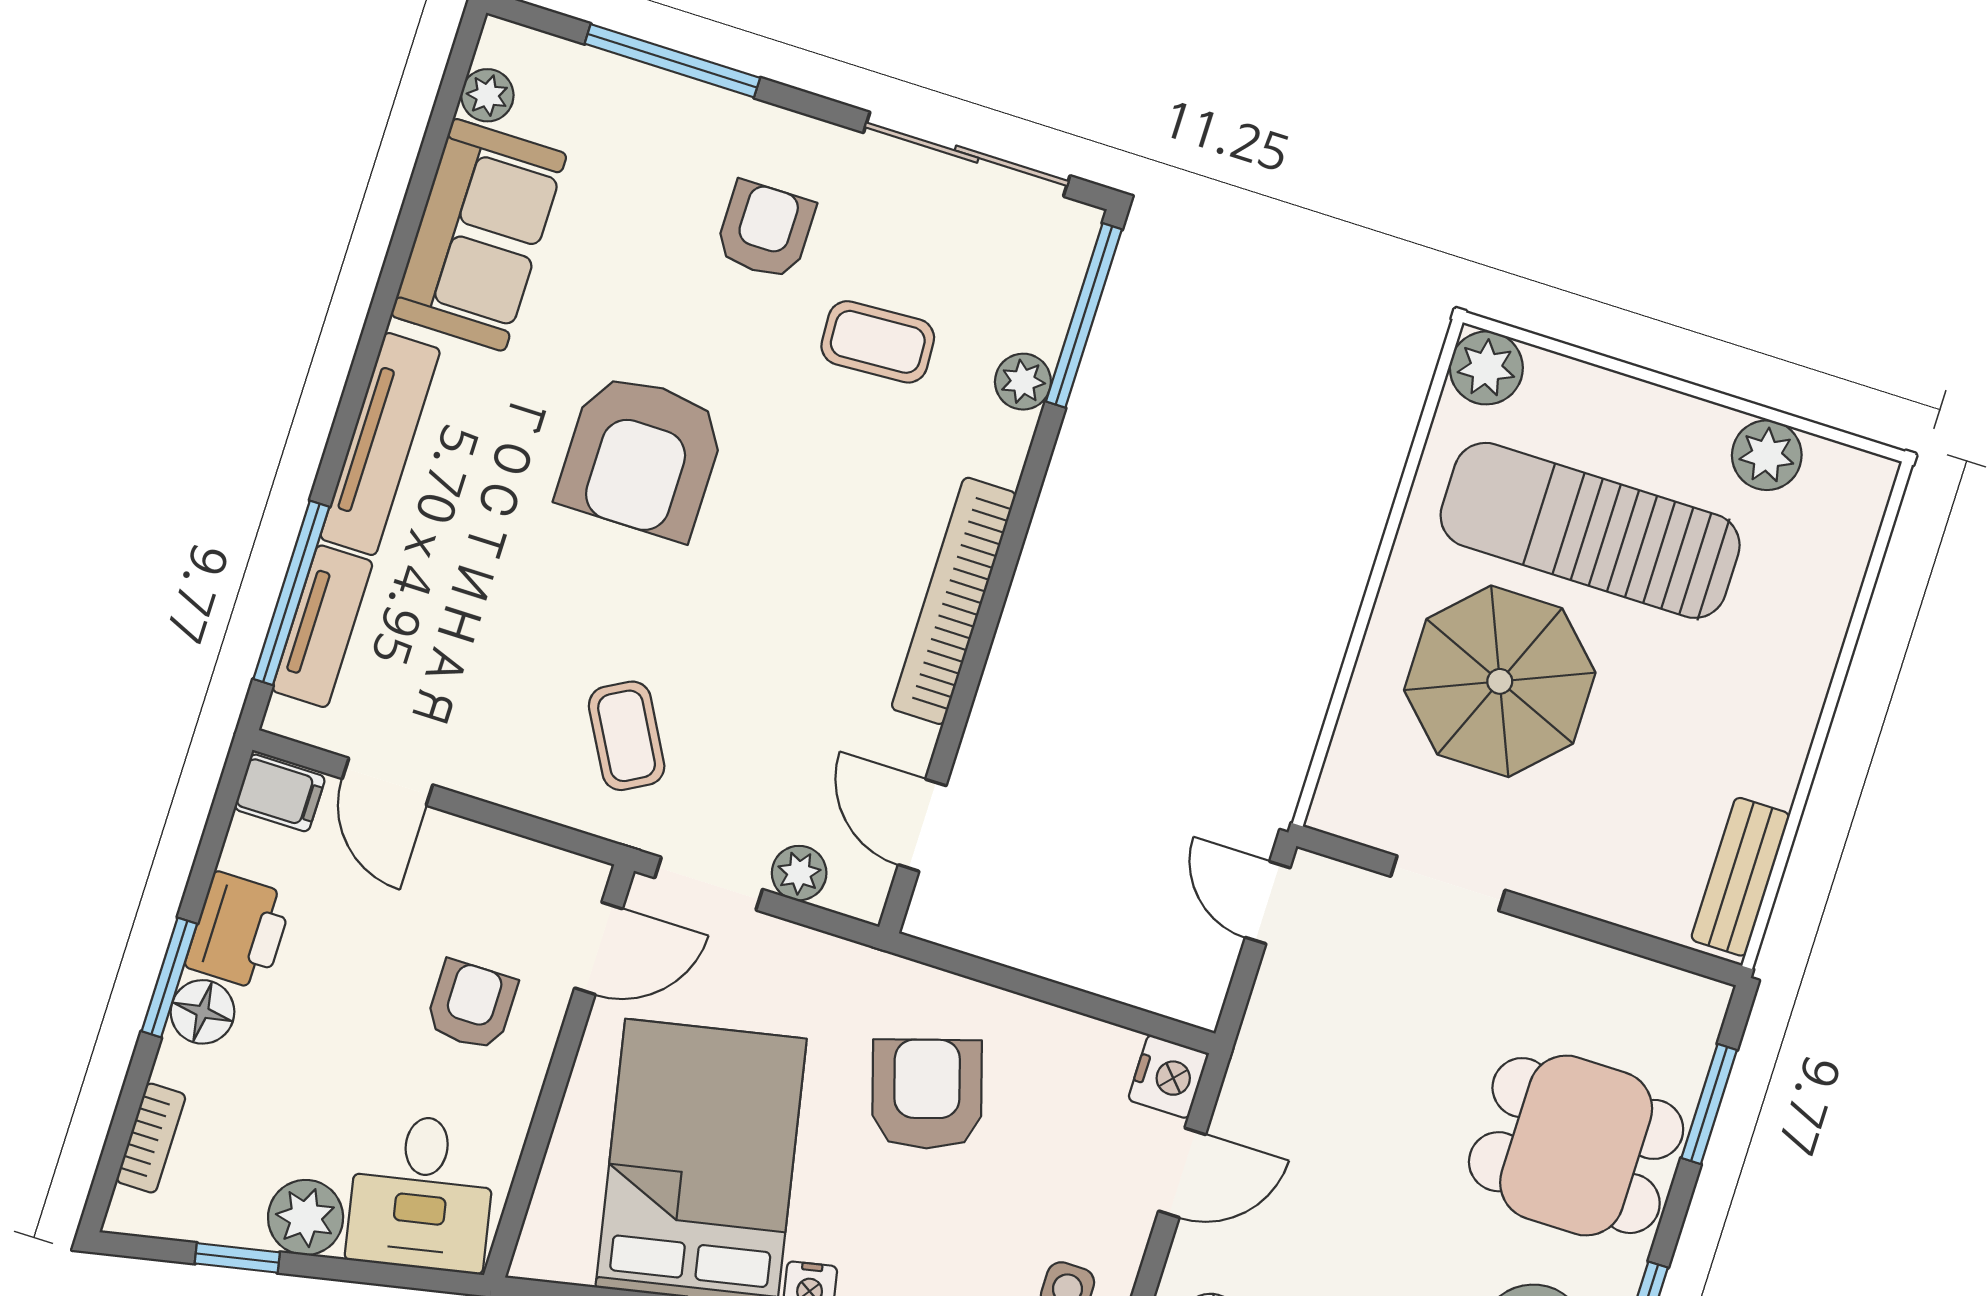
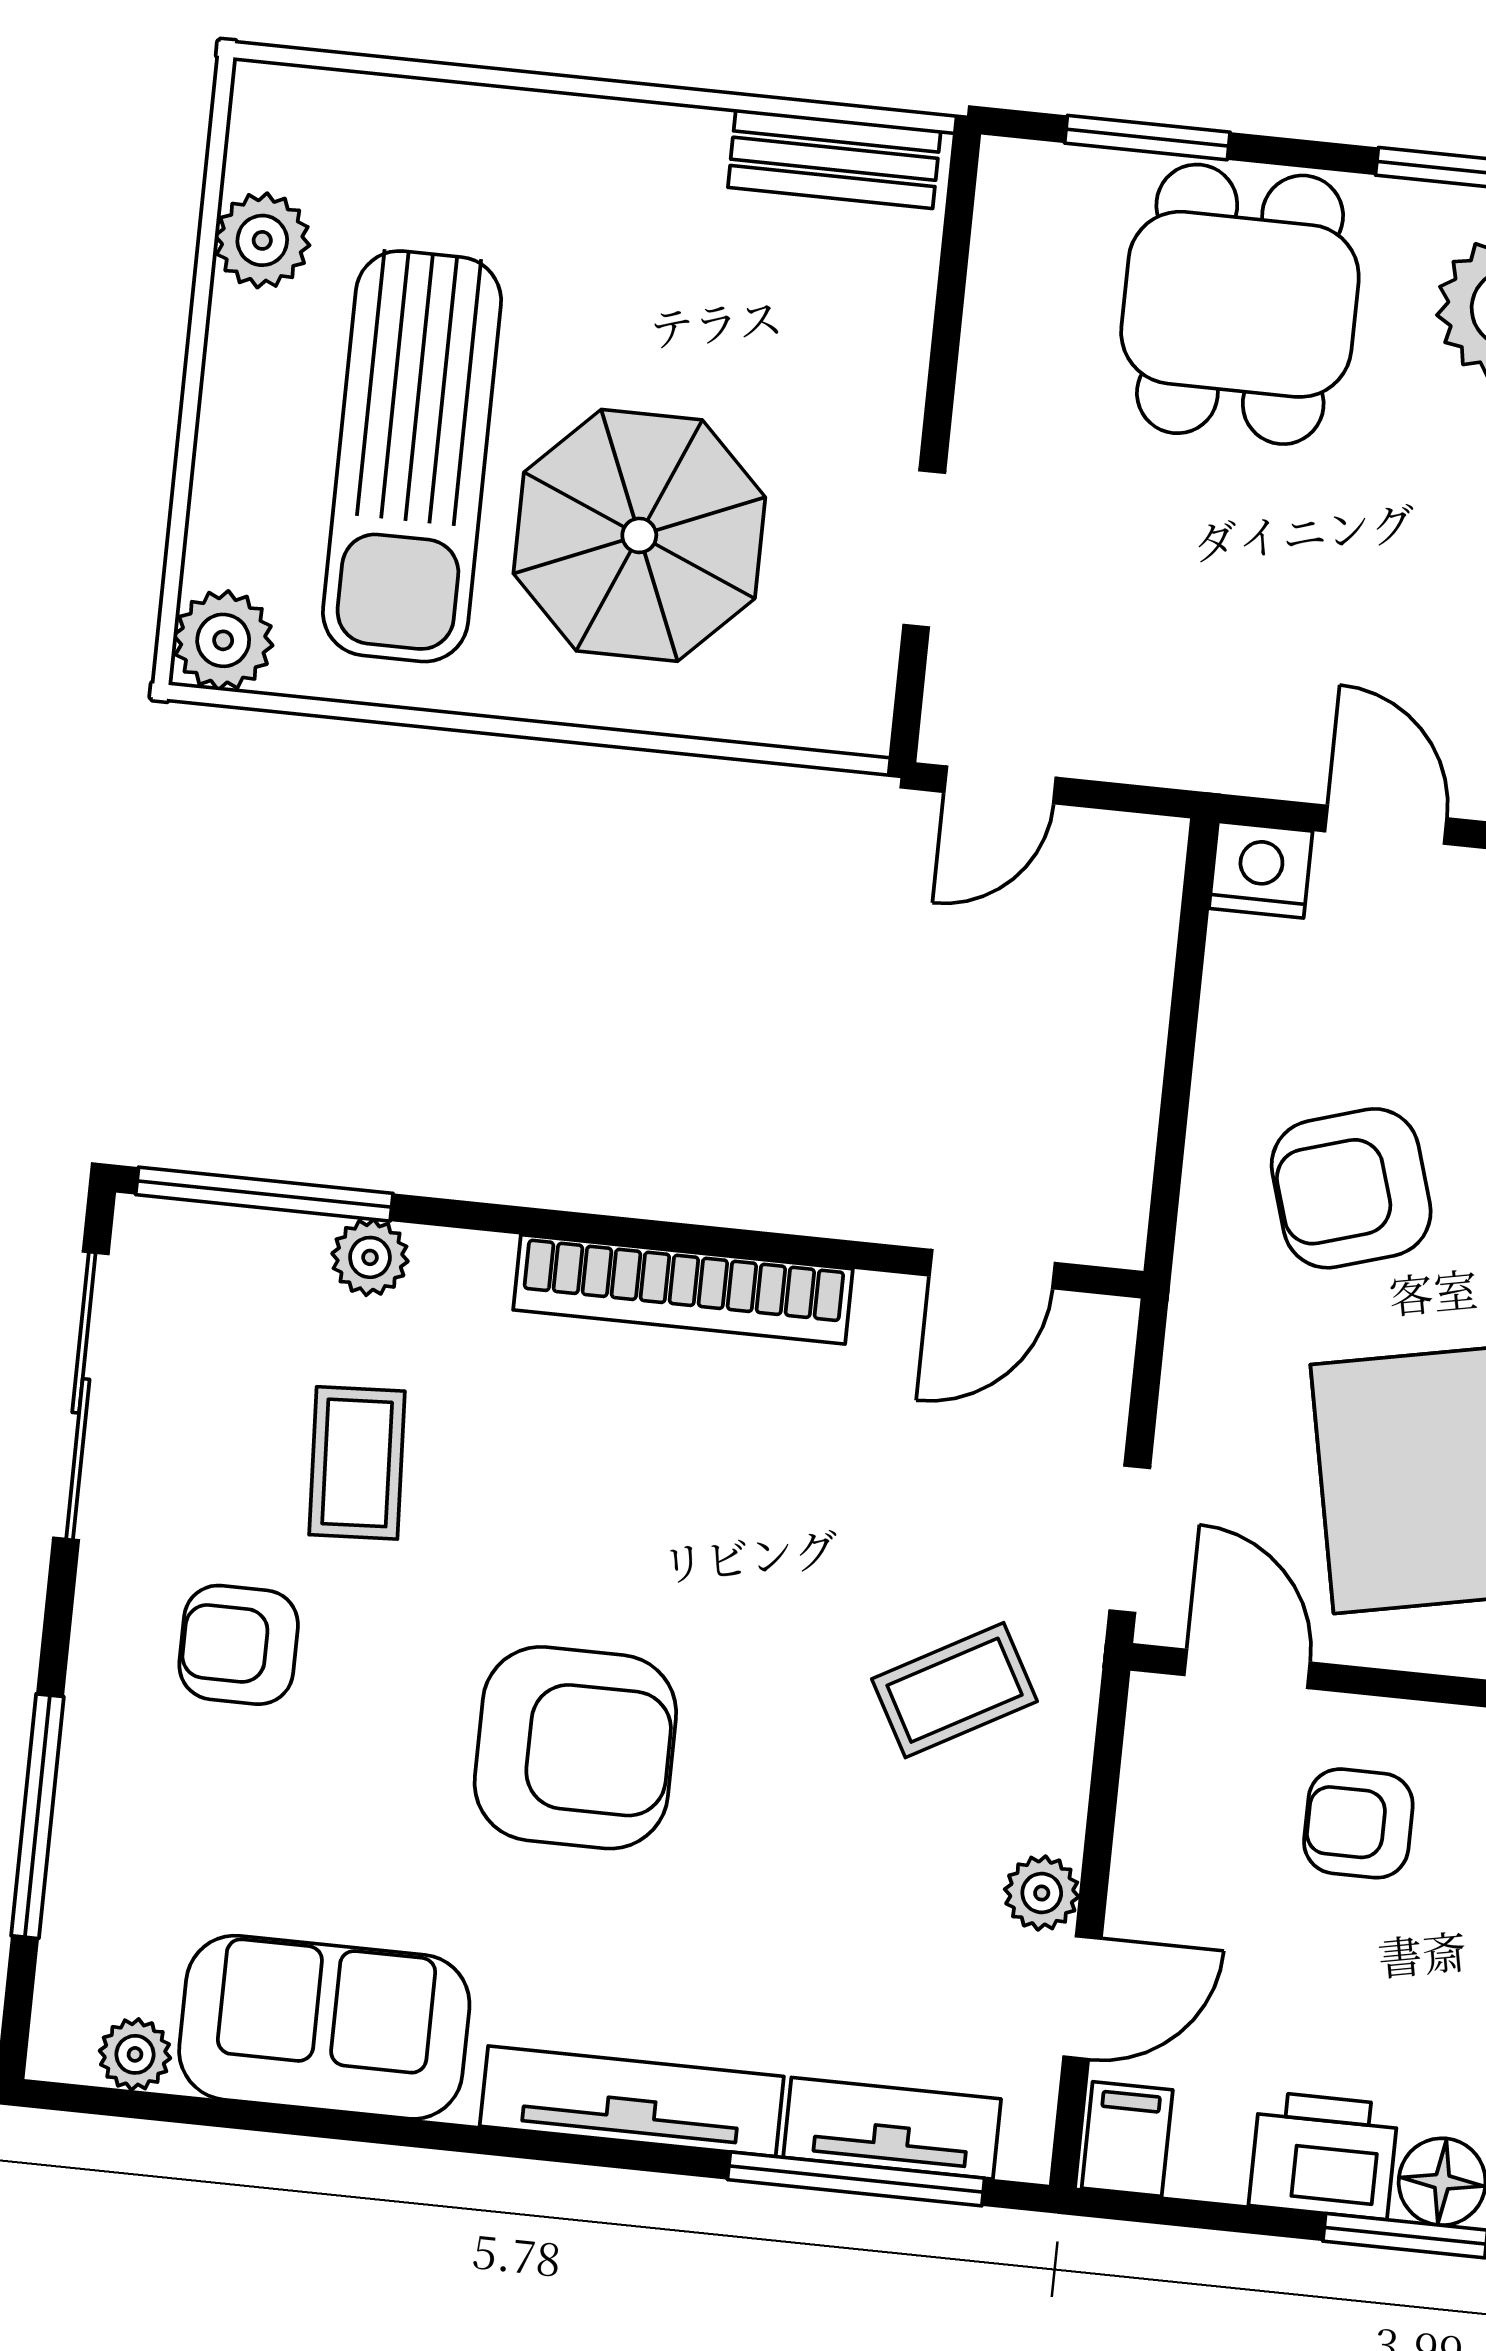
plant: (799, 873) -> (1042, 1893), moved

